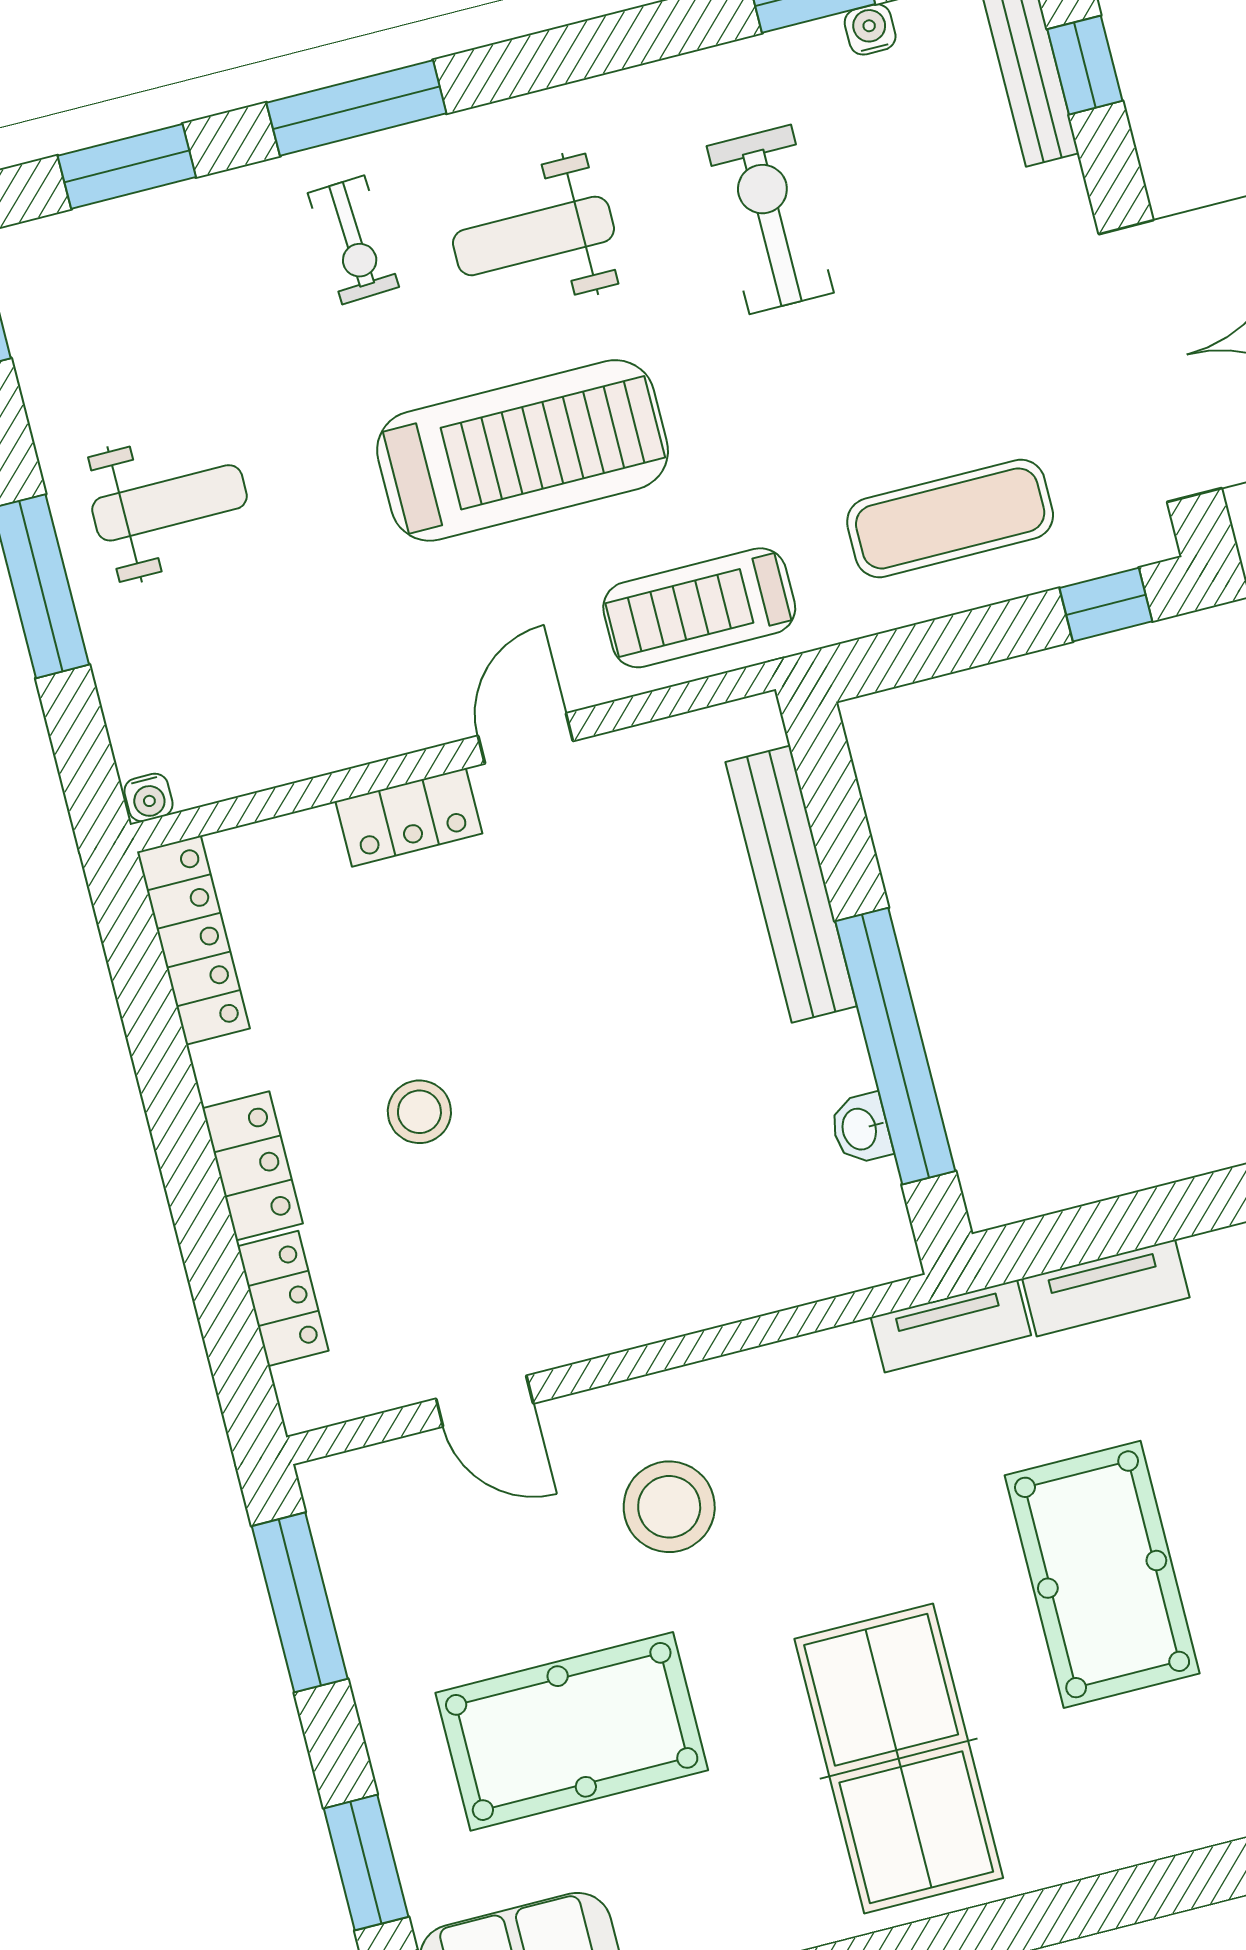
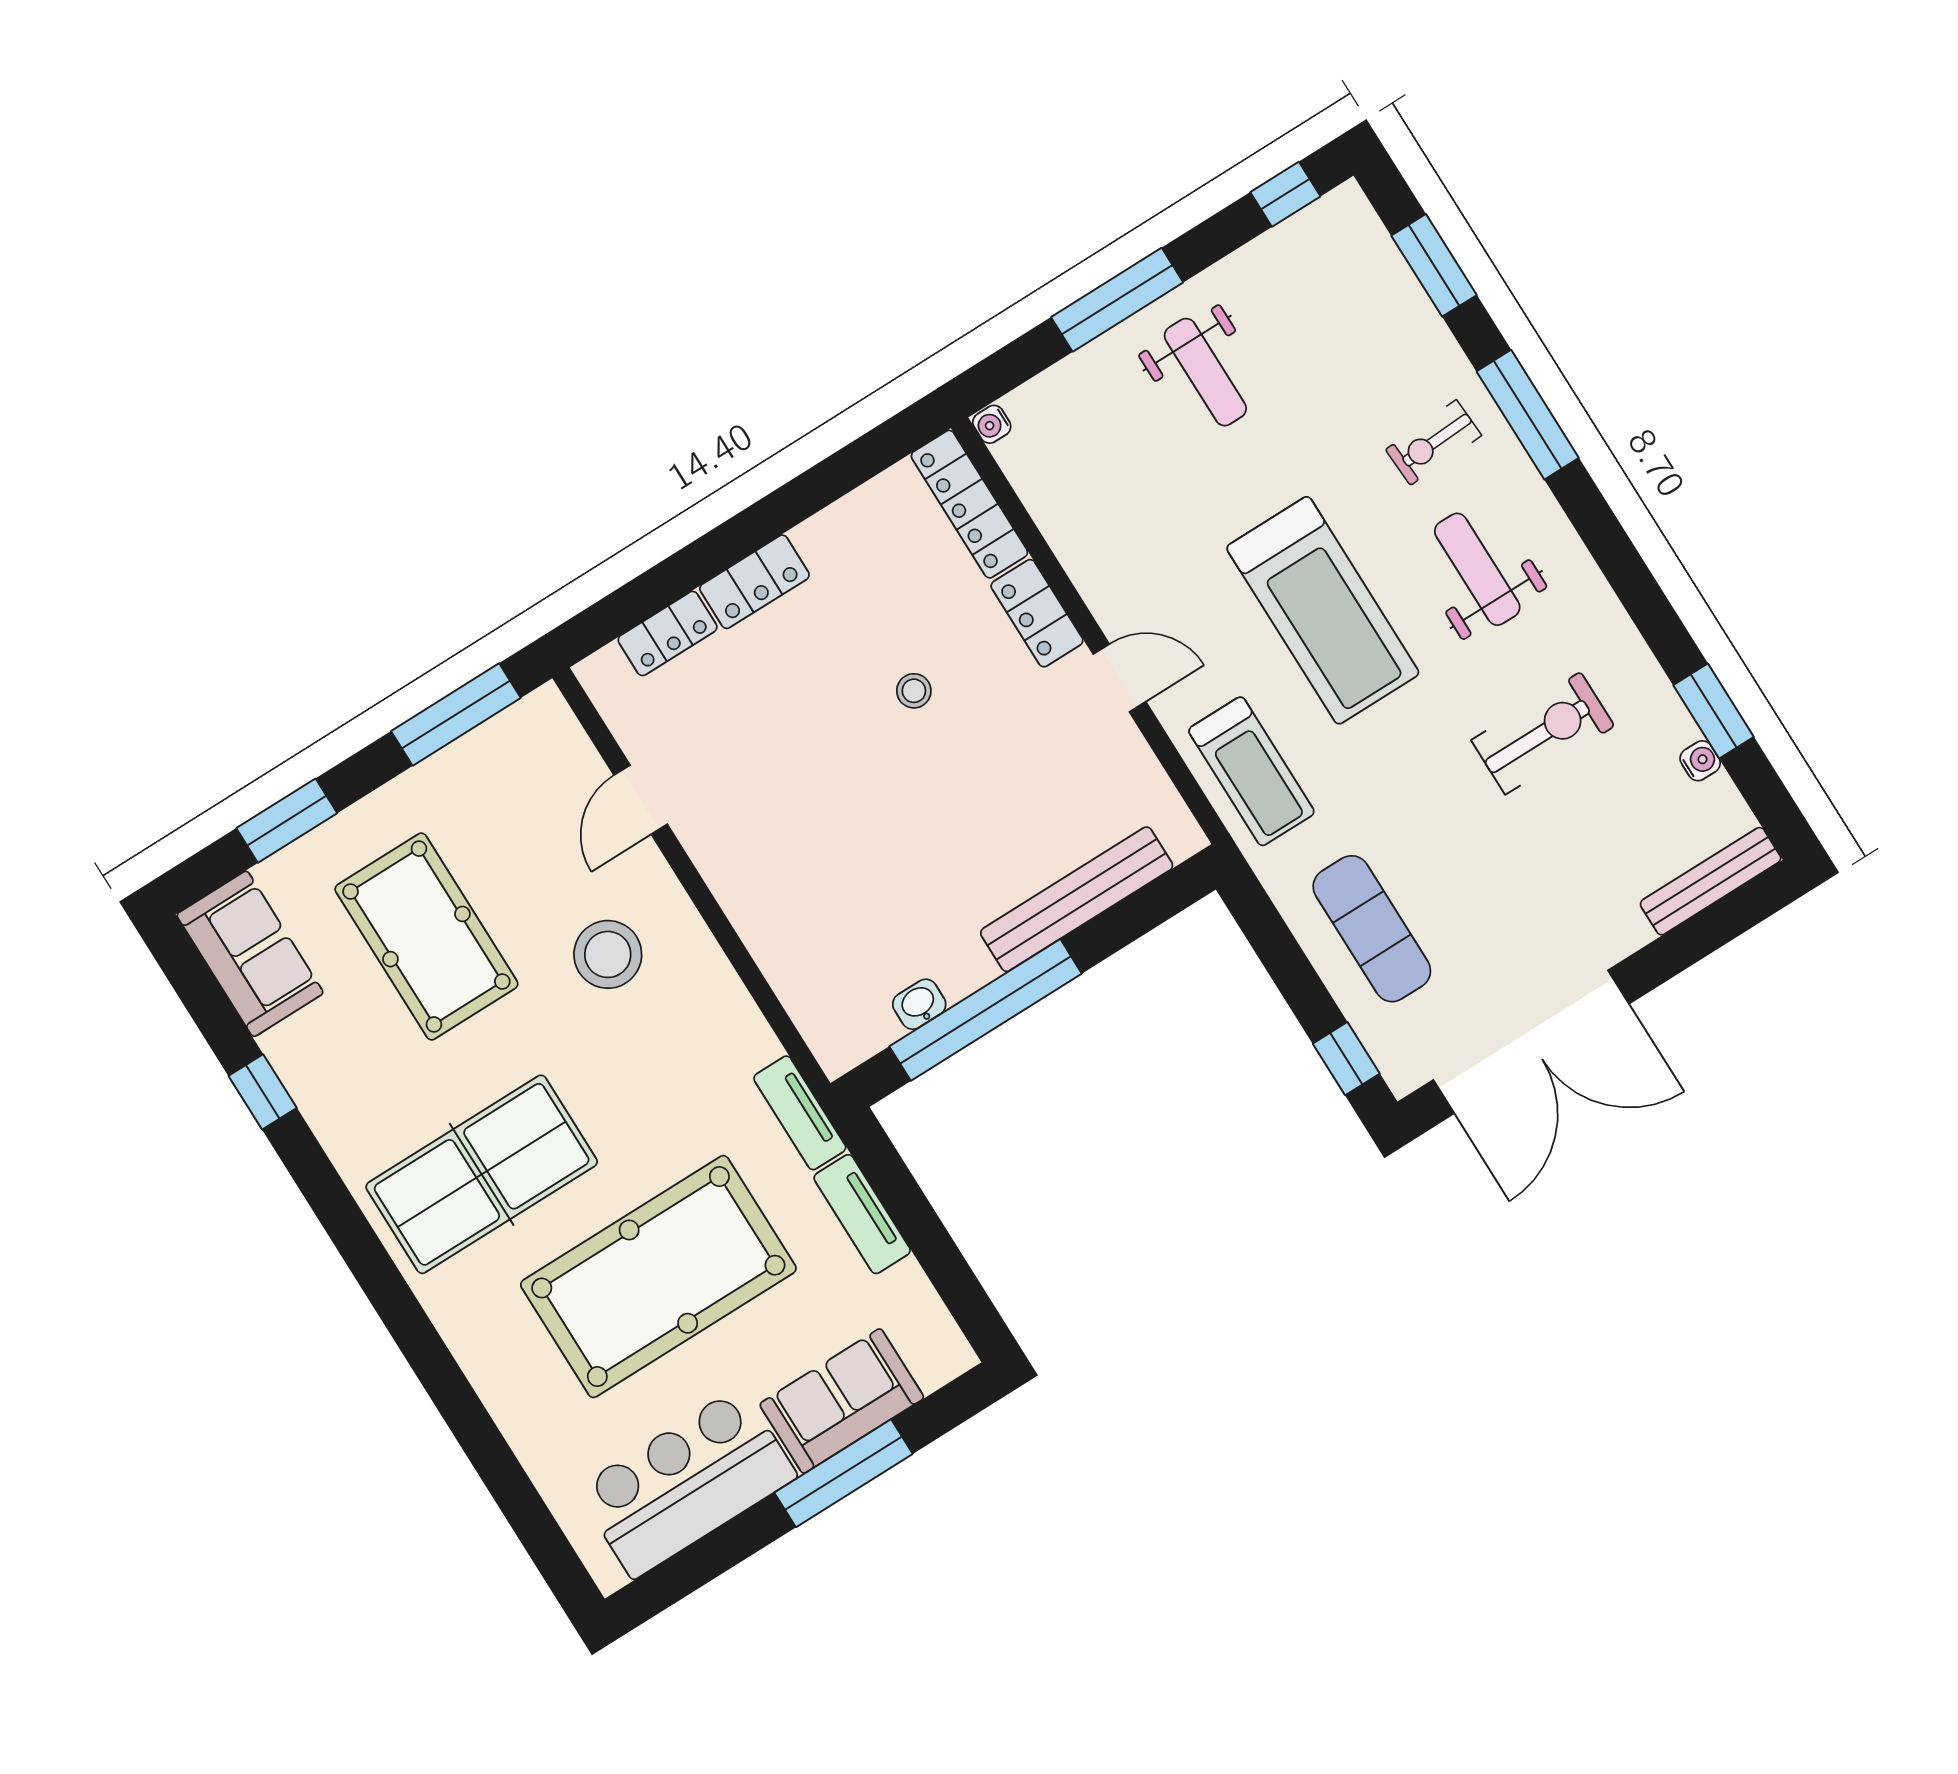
window: (1085, 65) -> (1724, 921), removed
treadmill: (699, 608) -> (1251, 771), turned 180
locker: (193, 940) -> (969, 504), moved, turned 90
stool: (419, 1112) -> (914, 691), moved, width x0.73, depth x0.73
pool table: (1102, 1574) -> (658, 1277), width x1.36, depth x1.32

